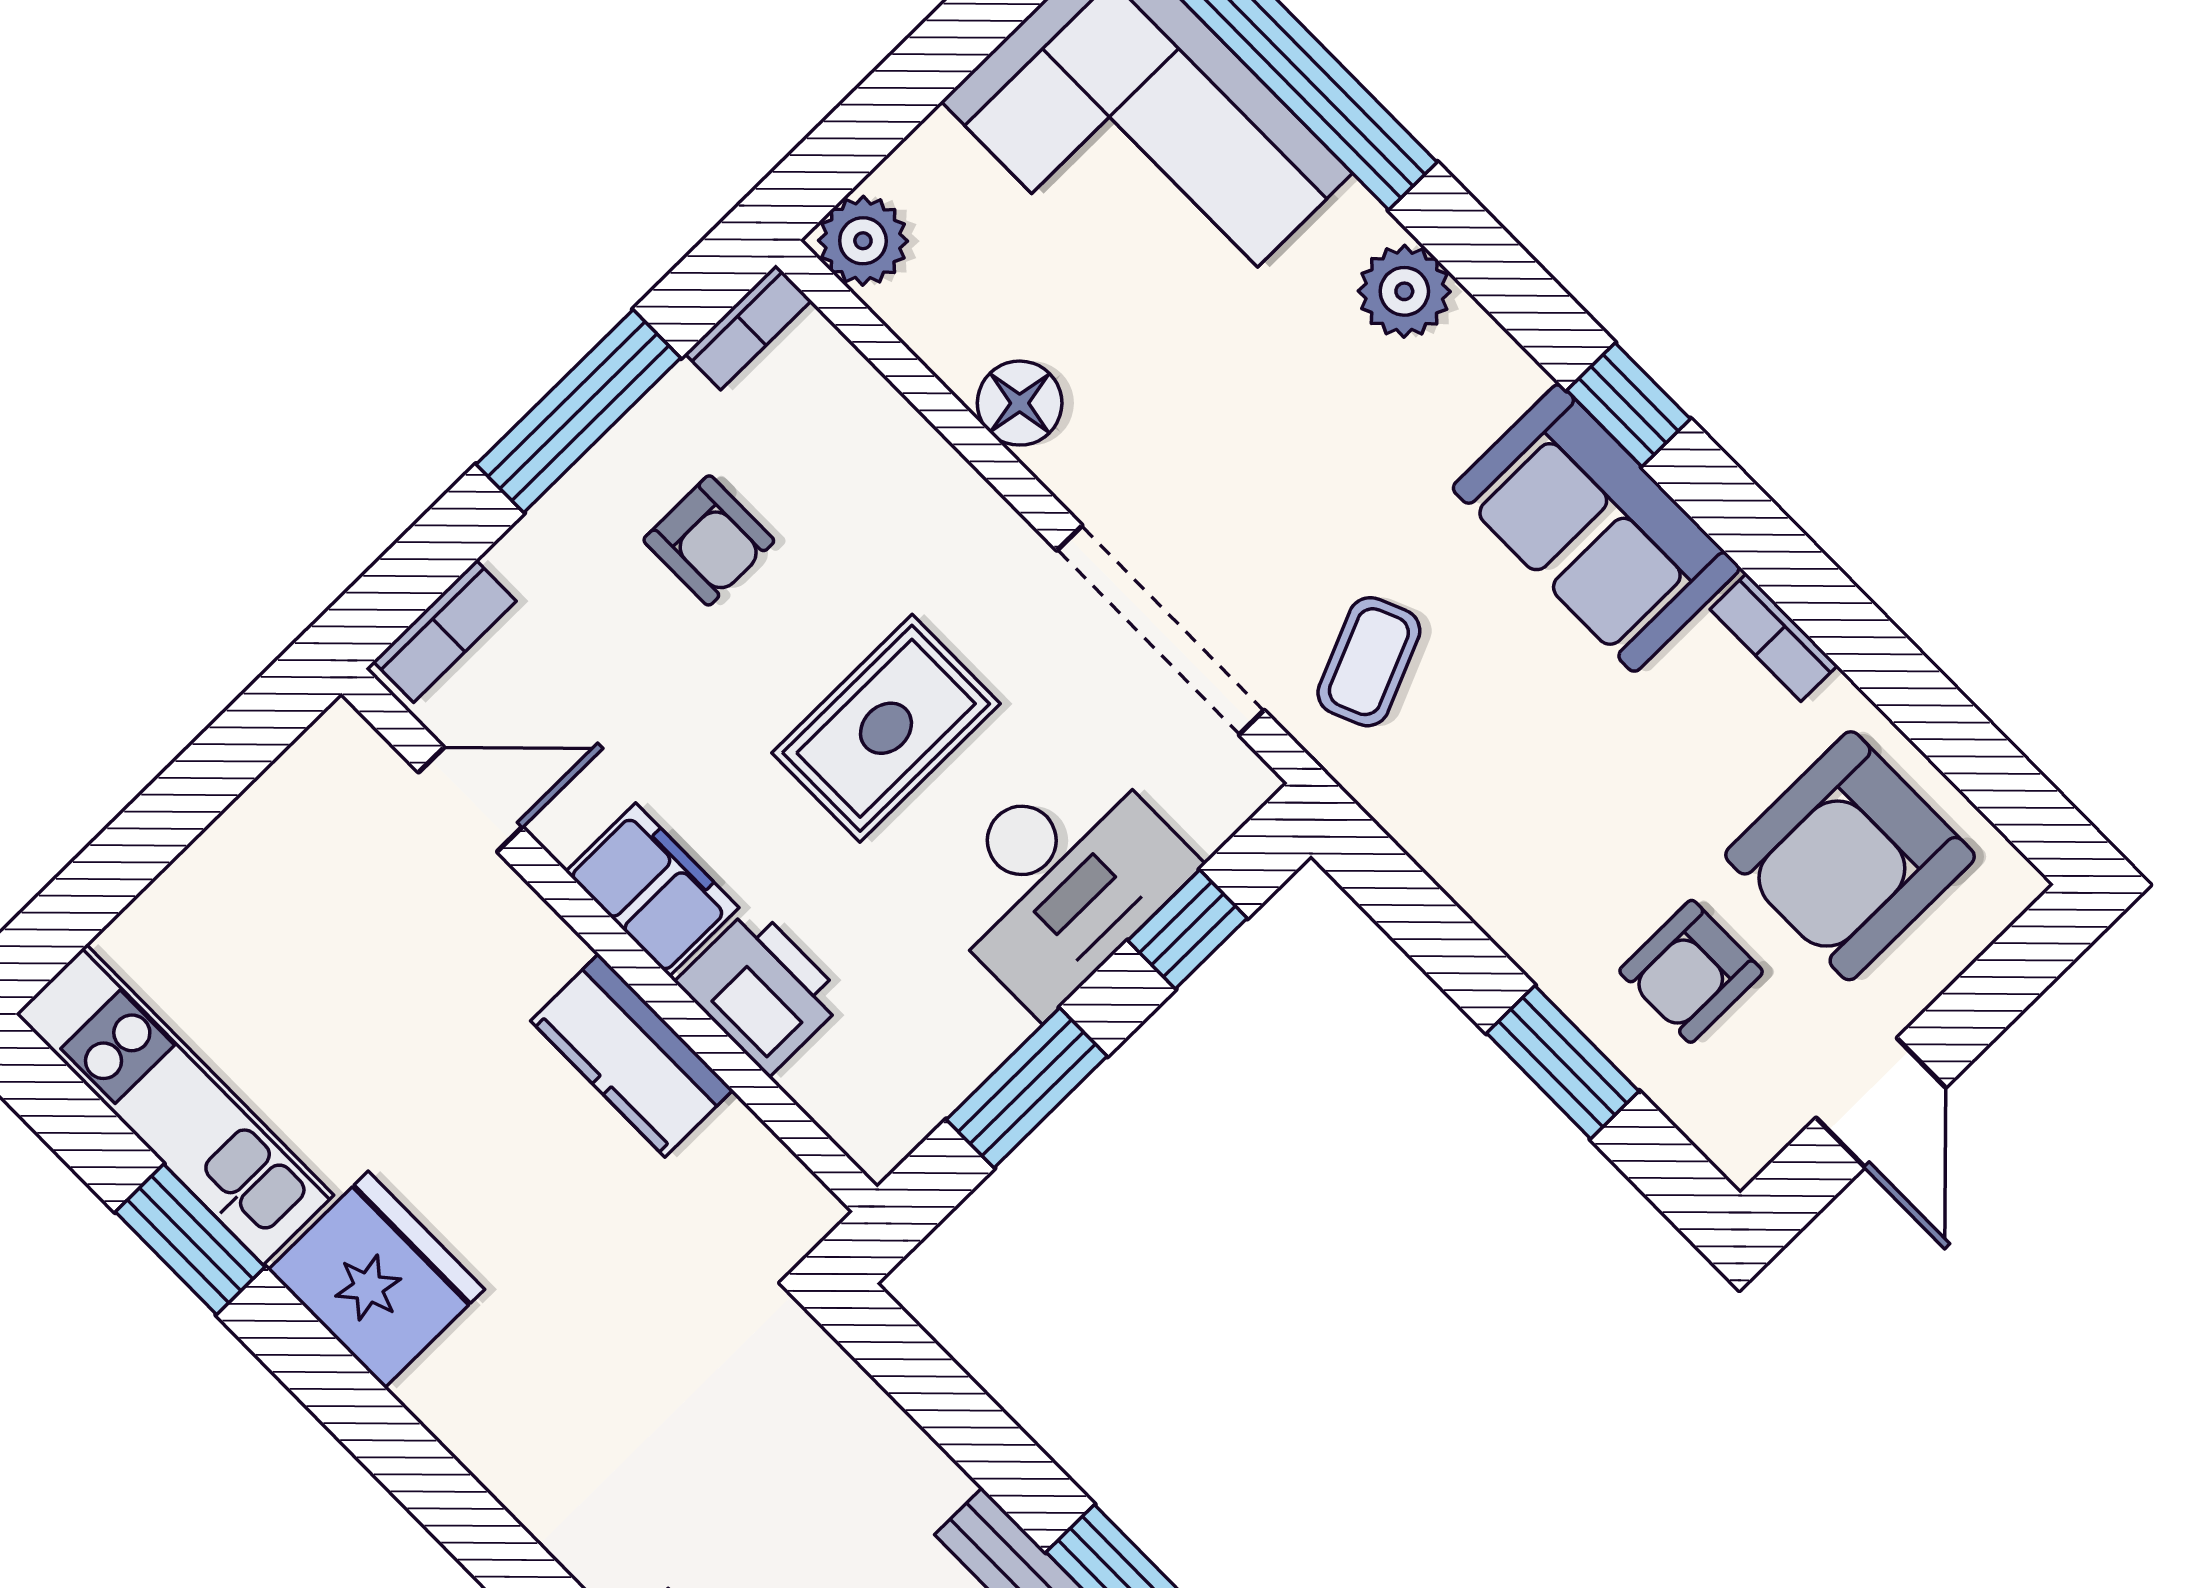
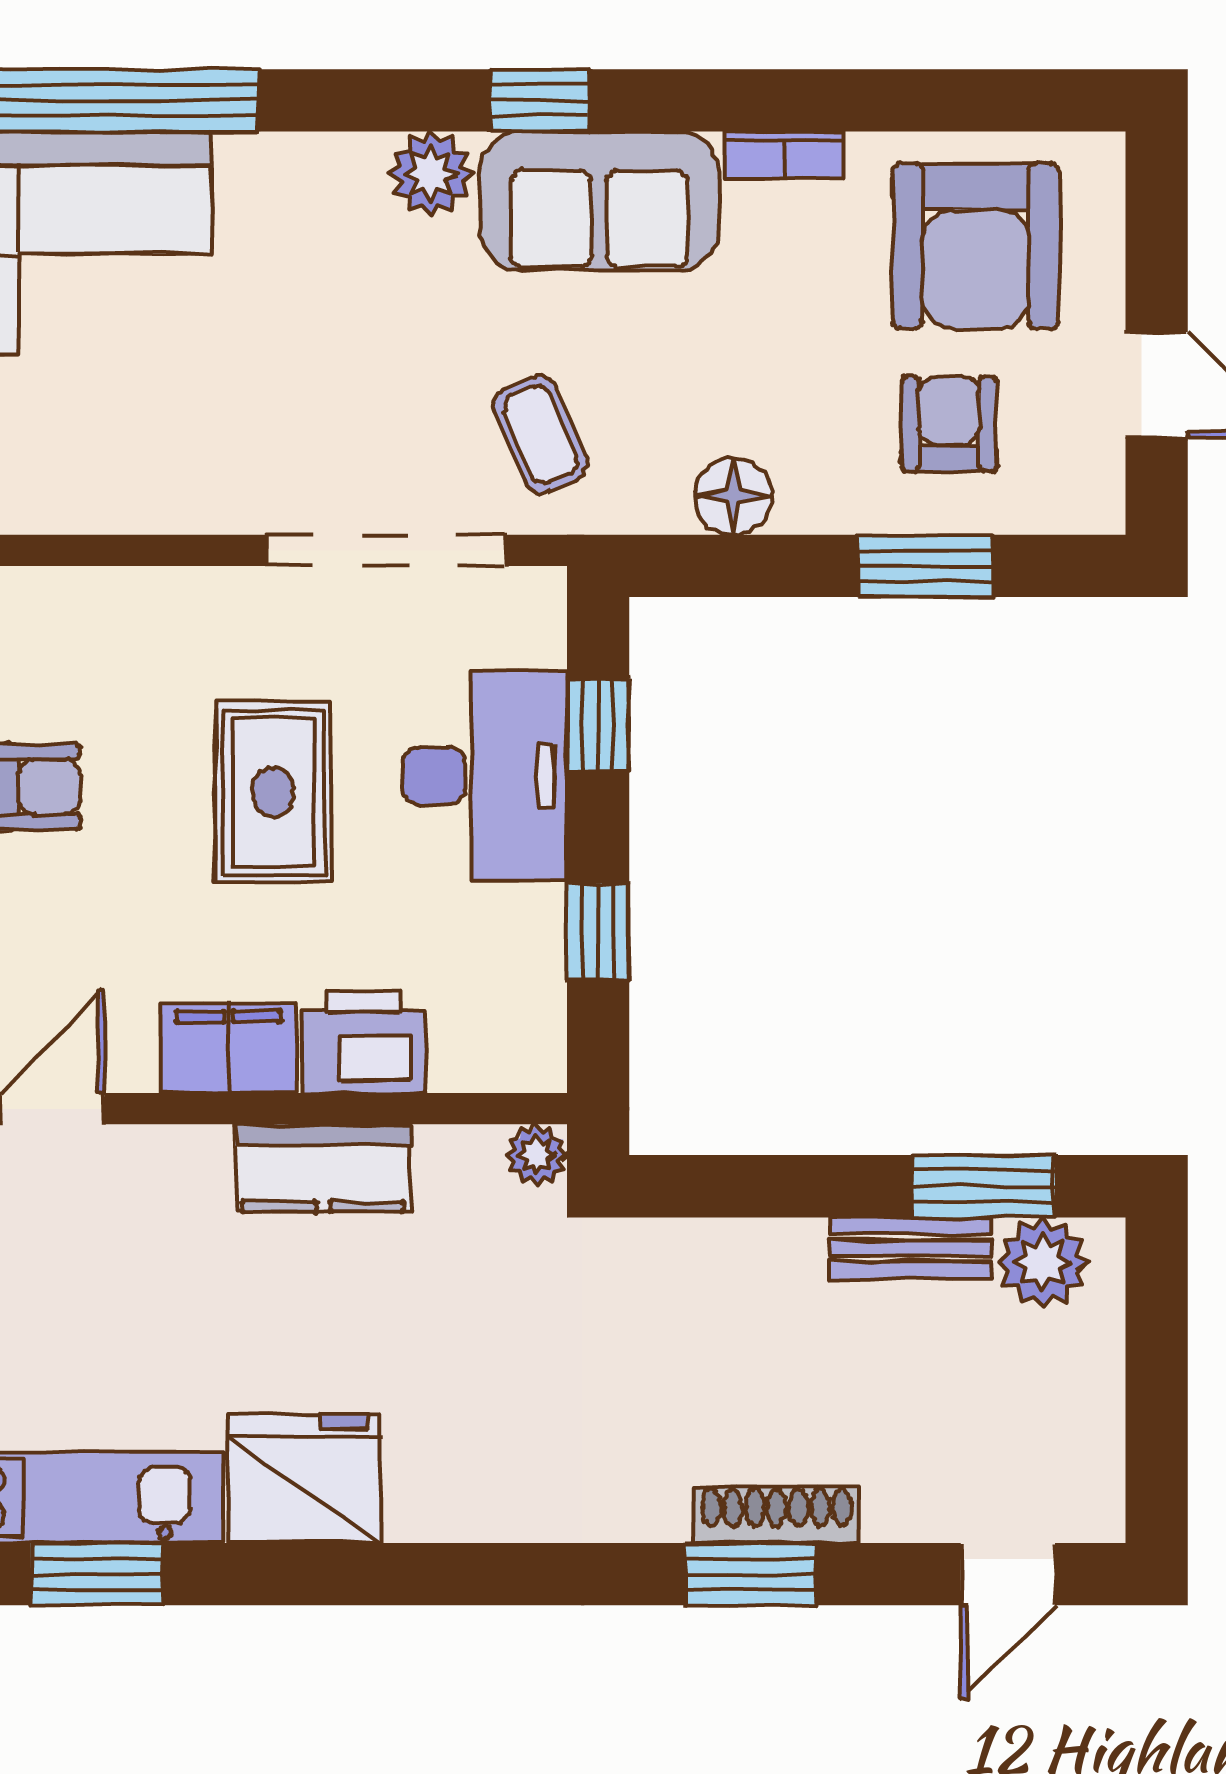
plant: (1404, 291) -> (431, 174), moved
floor lamp: (1020, 403) -> (733, 496), moved
armchair: (1691, 971) -> (949, 424), turned 180
window: (1027, 1088) -> (598, 932), width x0.67
plant: (806, 1211) -> (537, 1155), added
window: (190, 1239) -> (97, 1574), moved

